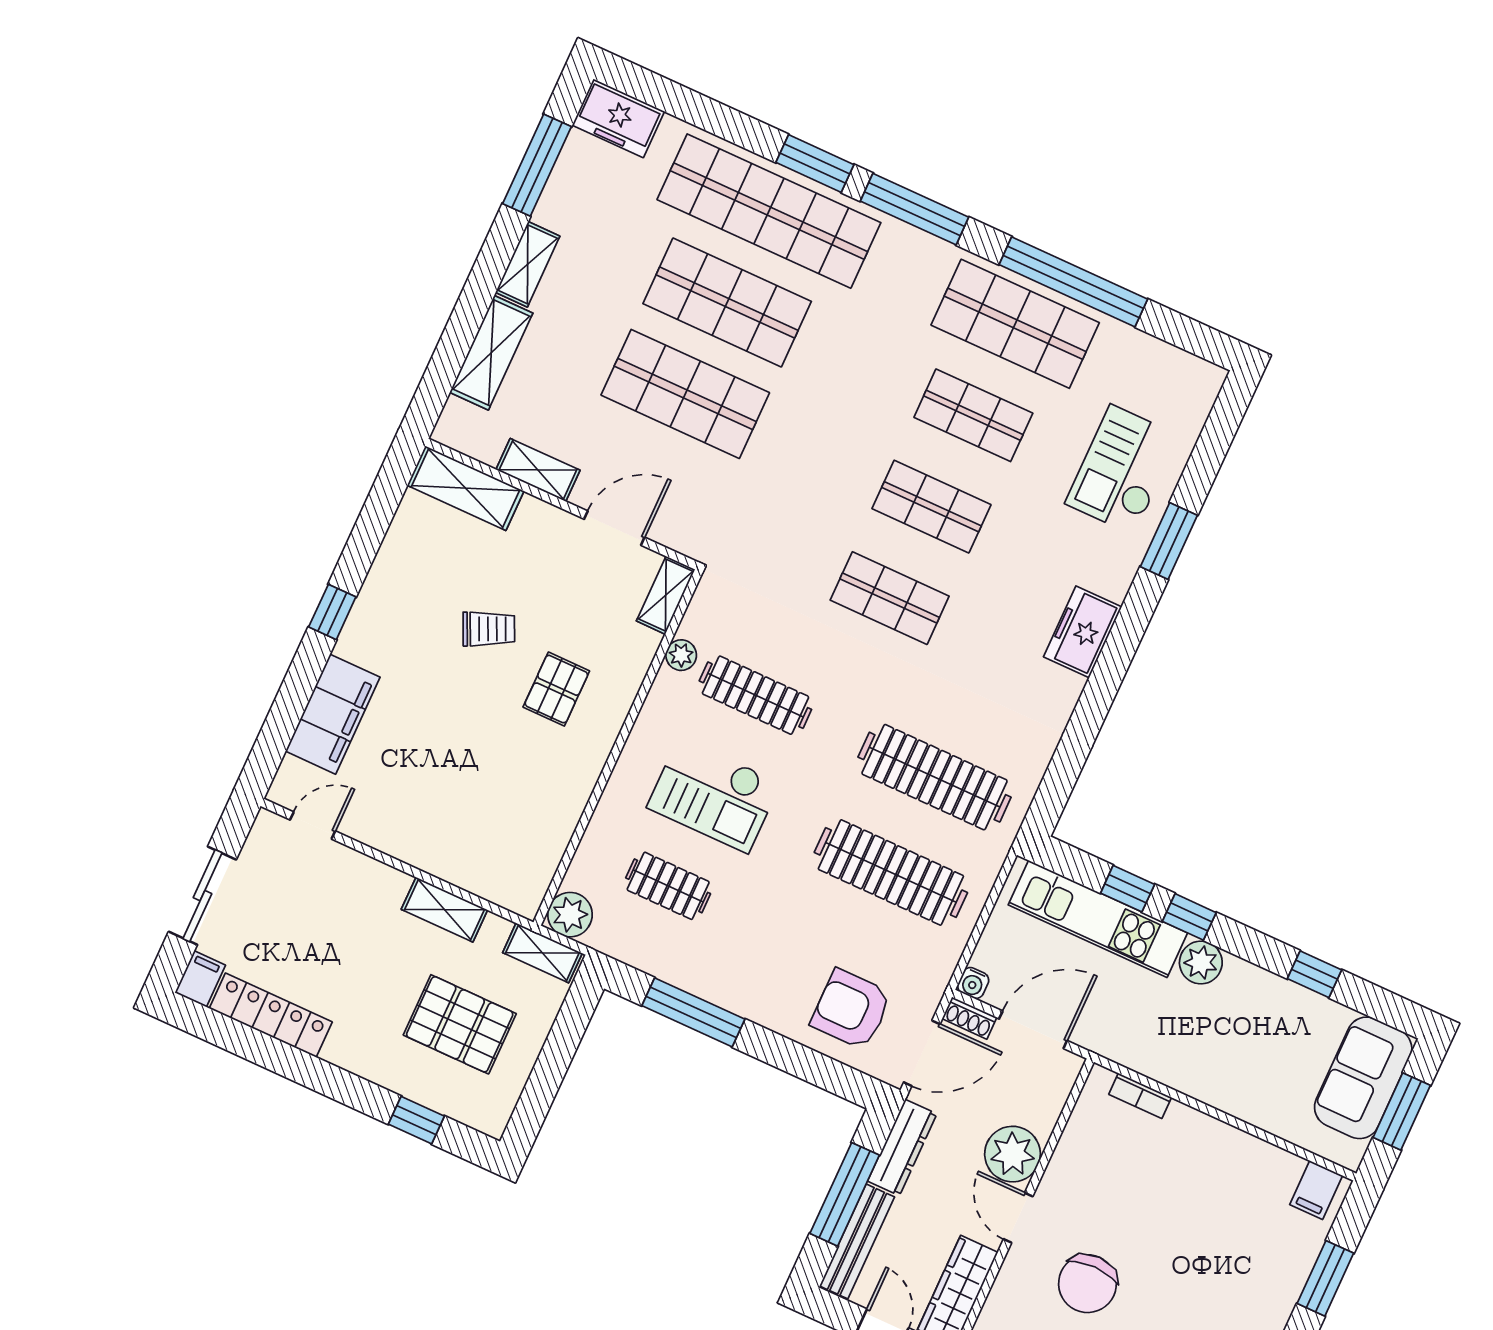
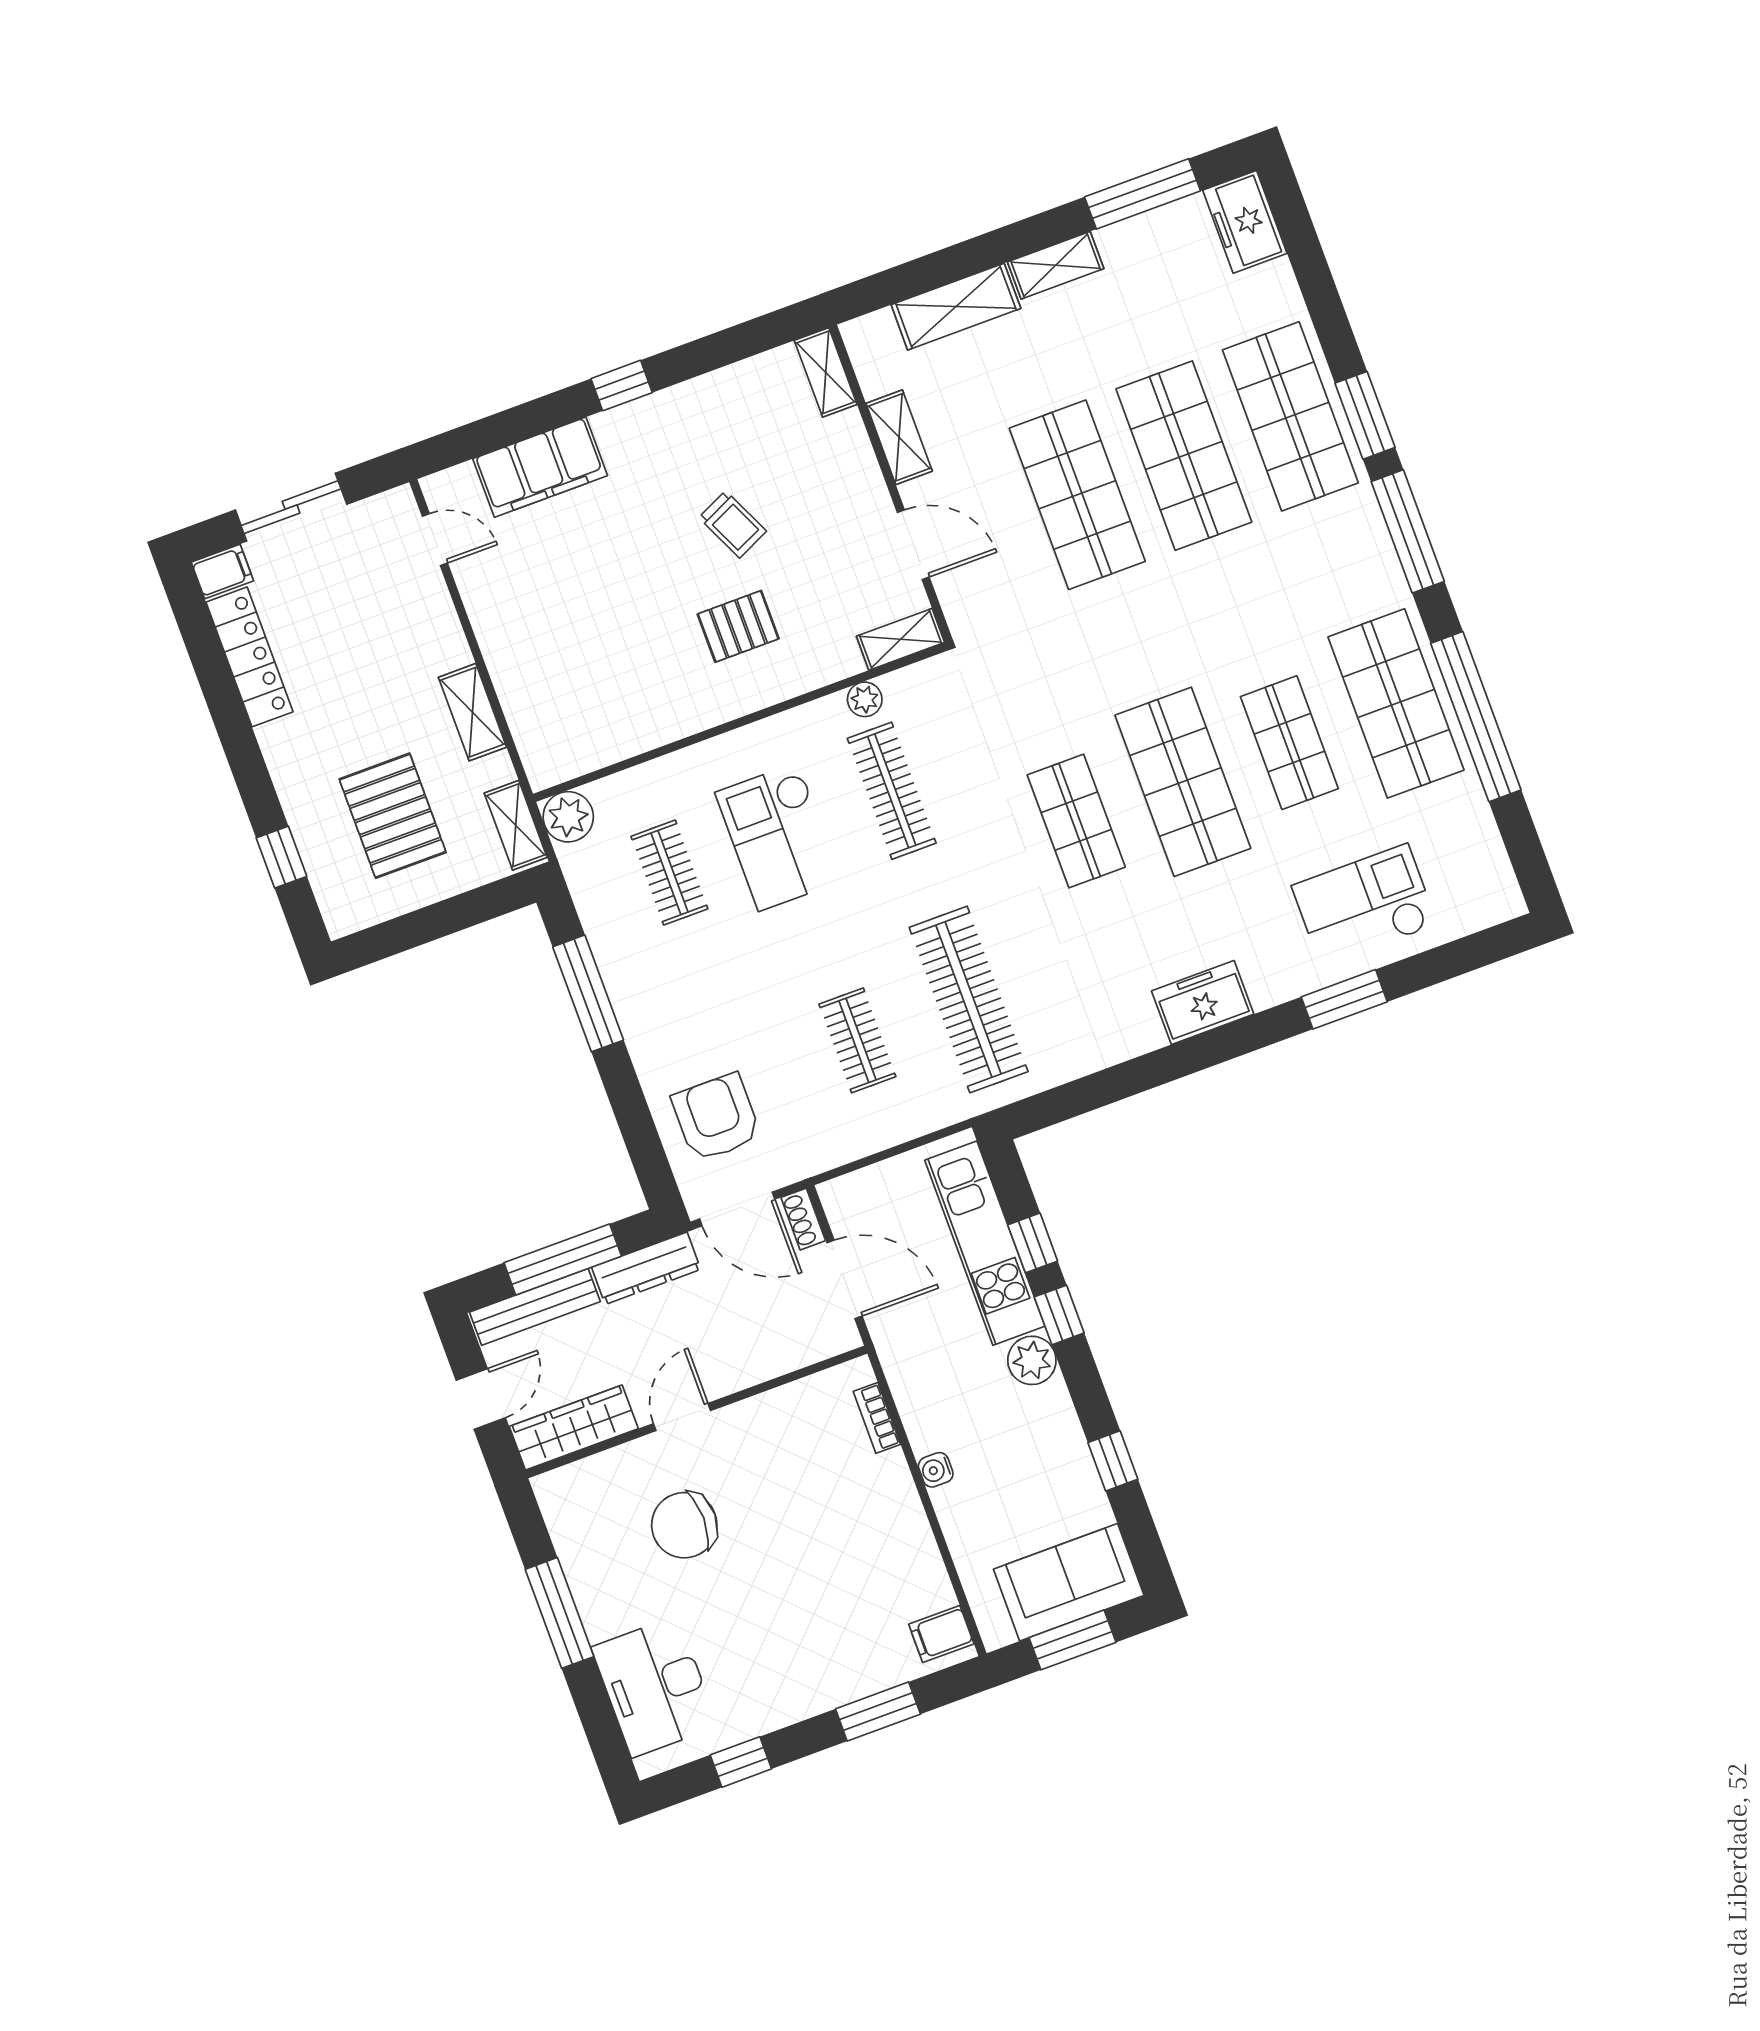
shop shelf: (769, 211) -> (1290, 416), width x0.71
shelving: (466, 488) -> (826, 372), width x0.67, depth x0.75
shop shelf: (931, 507) -> (1183, 782), width x1.43, depth x1.36
clothes rail: (891, 872) -> (857, 1040), width x0.54, depth x0.76
water cooler: (973, 983) -> (936, 1470), moved
plant: (1013, 1154) -> (729, 1362), removed

